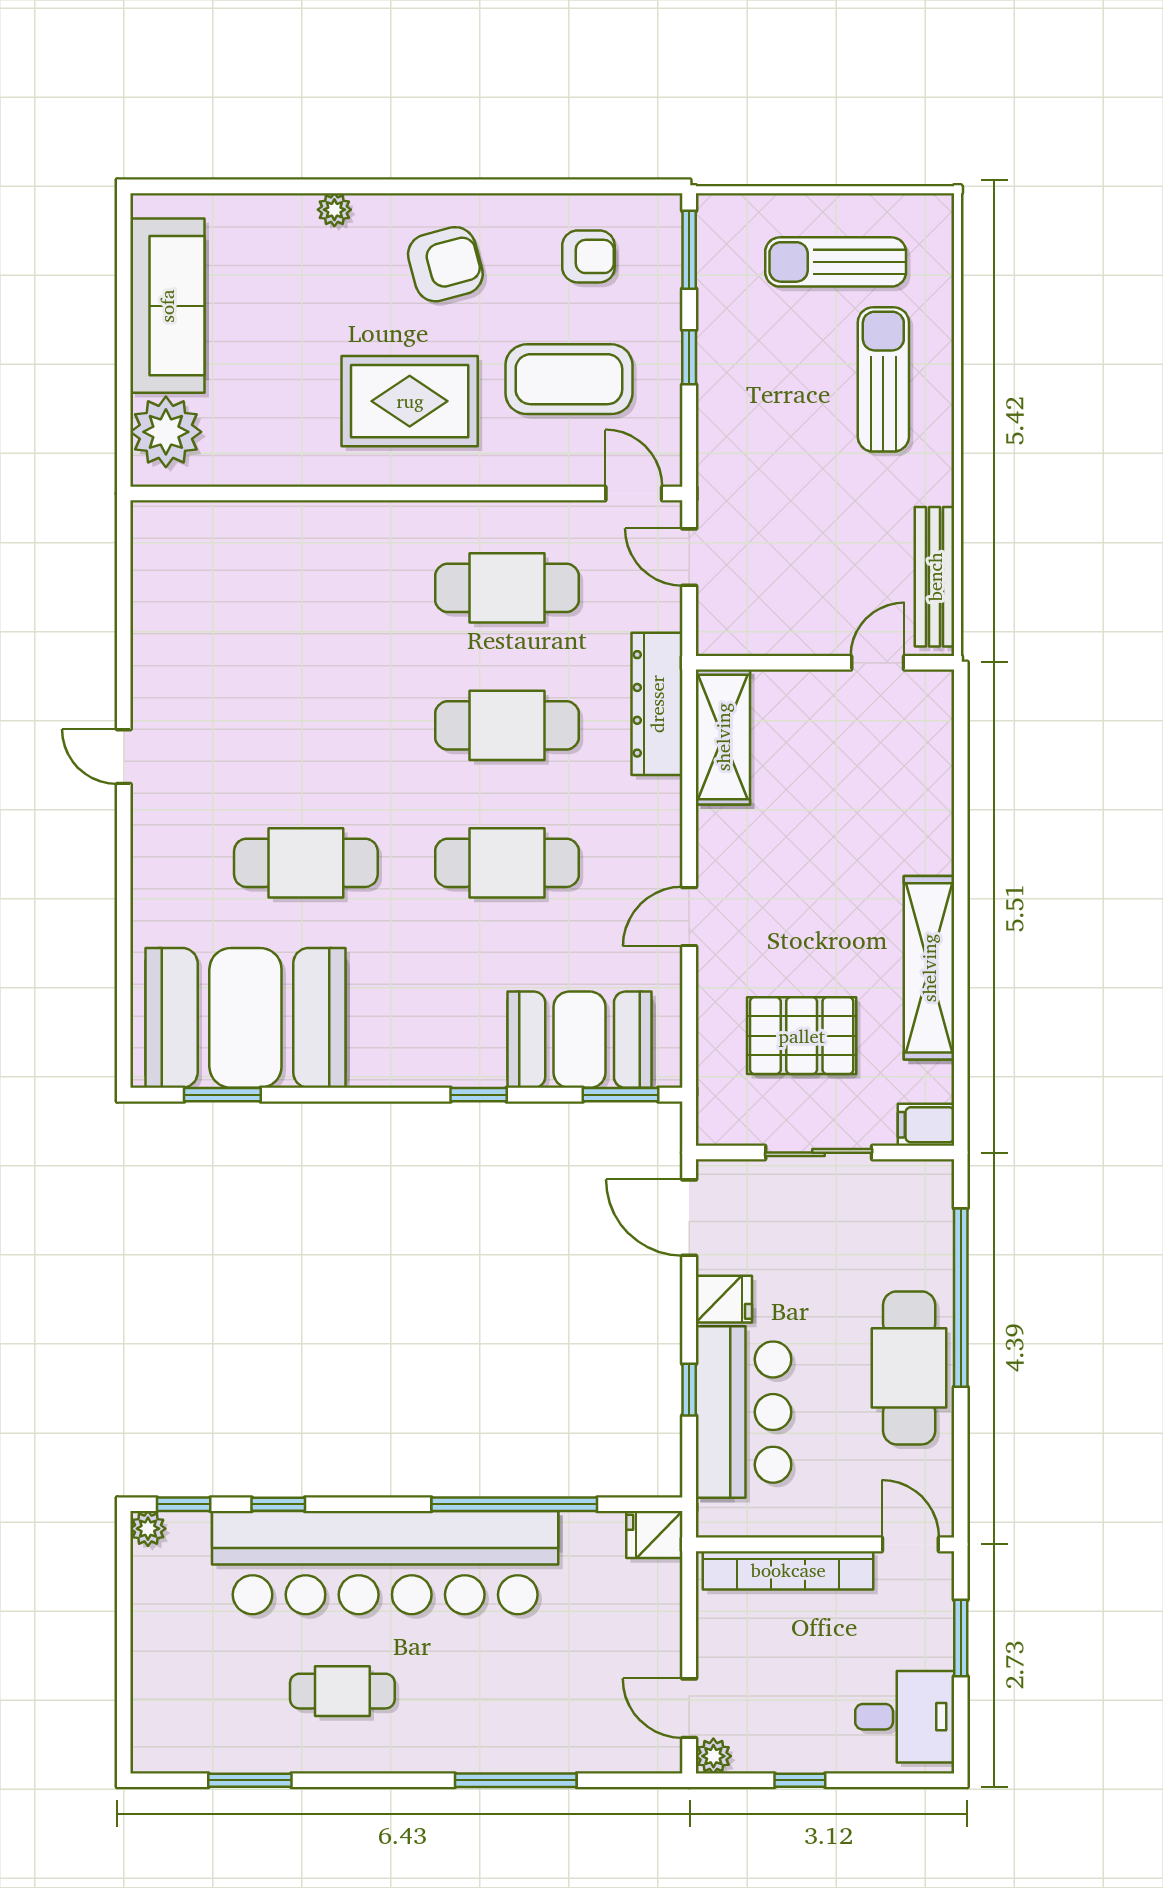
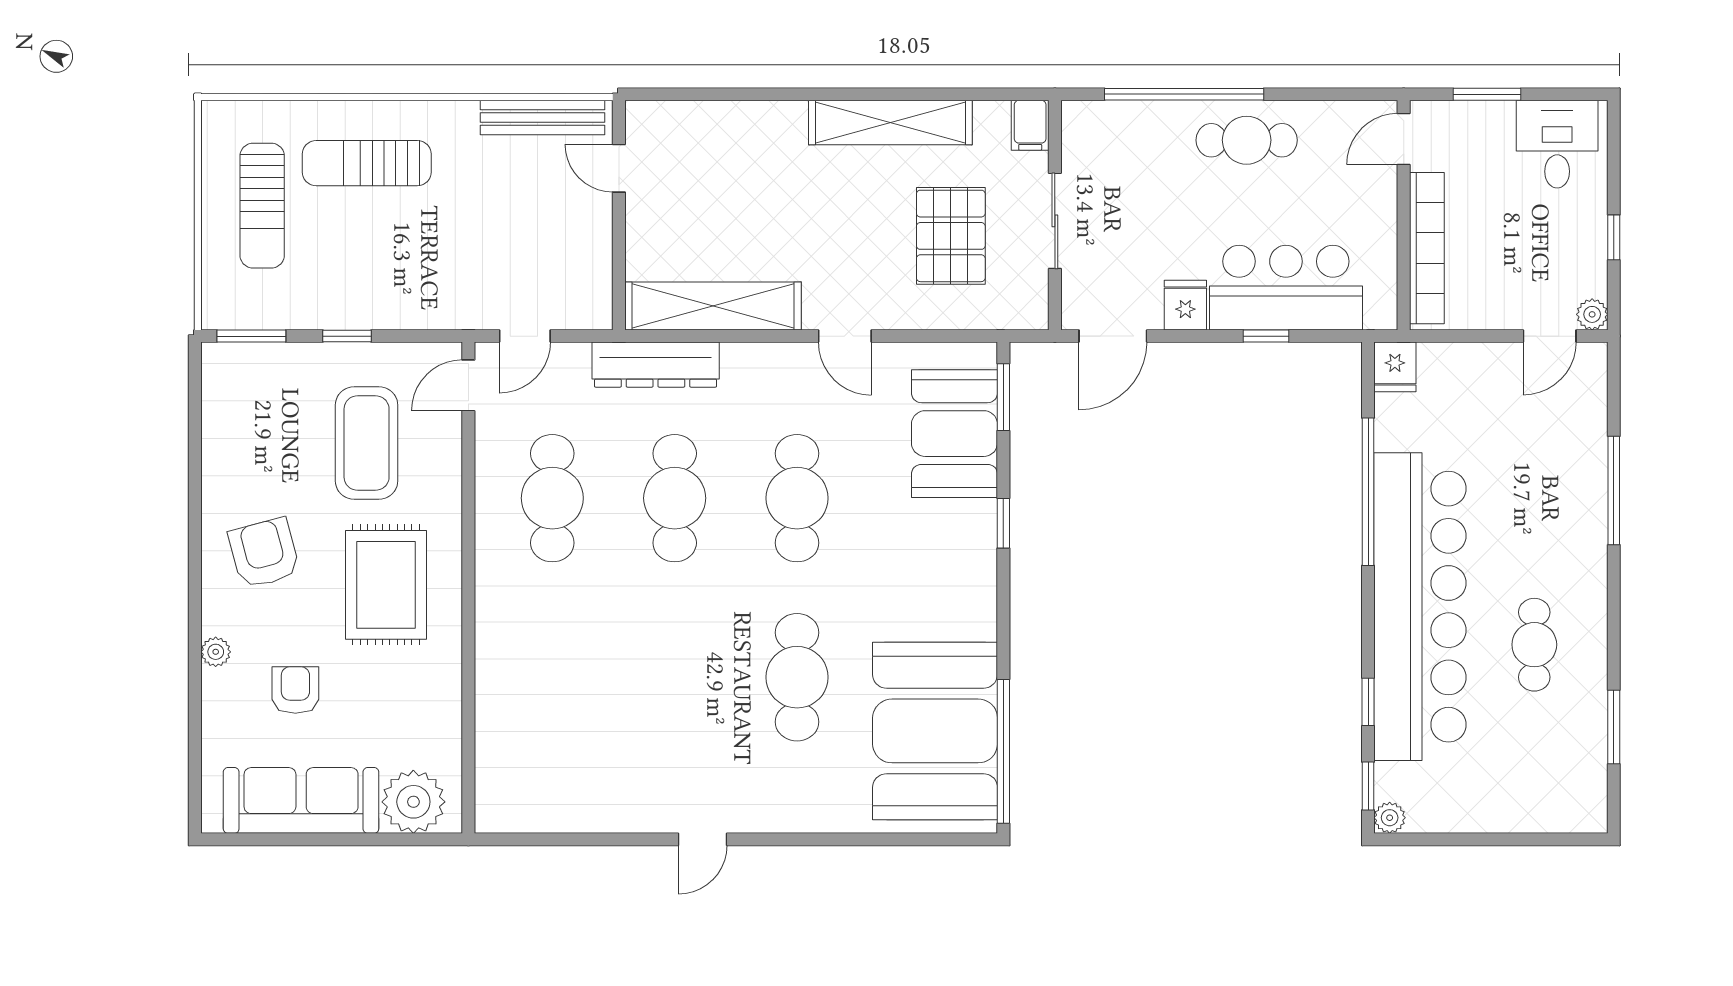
armchair: (588, 256) -> (295, 690), moved
shelving: (723, 737) -> (713, 306), width x1.47
window: (222, 1095) -> (1003, 751), width x2.11
cafe table: (909, 1368) -> (1247, 140), width x0.73, depth x0.74

